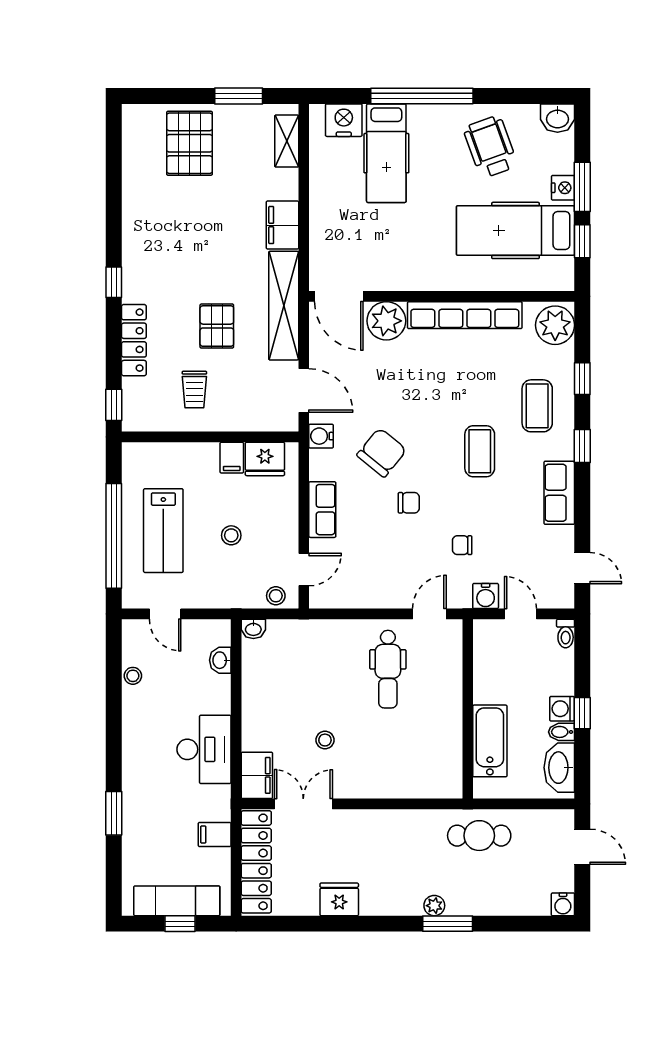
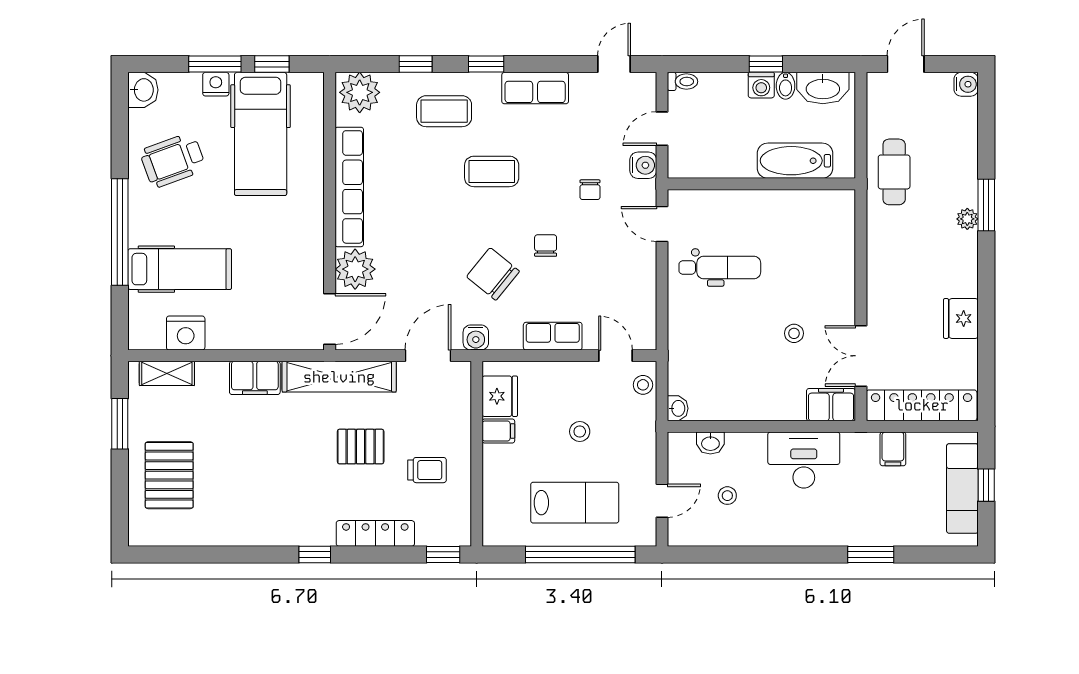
nightstand: (344, 120) -> (186, 333), moved, turned -90
pallet: (190, 143) -> (169, 475), turned 90
stool: (133, 676) -> (727, 496), moved

